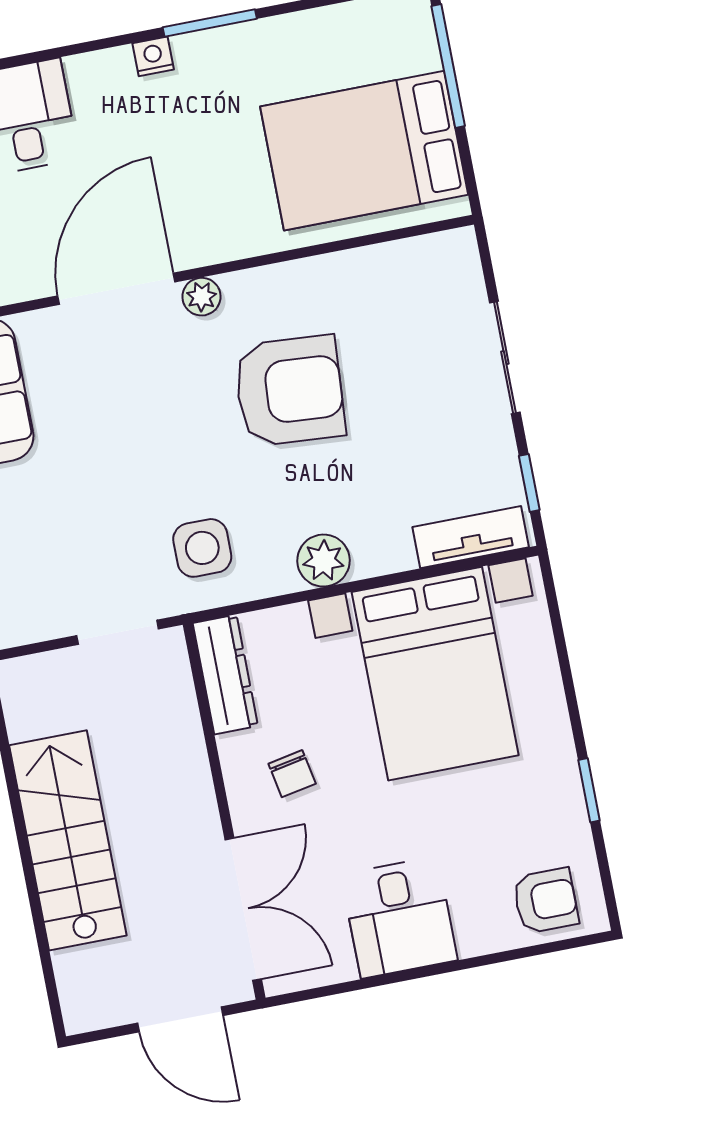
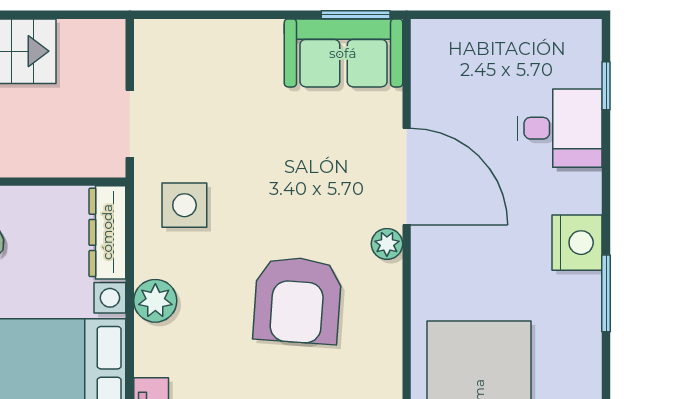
nightstand: (153, 56) -> (577, 243), width x1.89, depth x1.79
dresser: (225, 674) -> (107, 232), moved, turned 90

